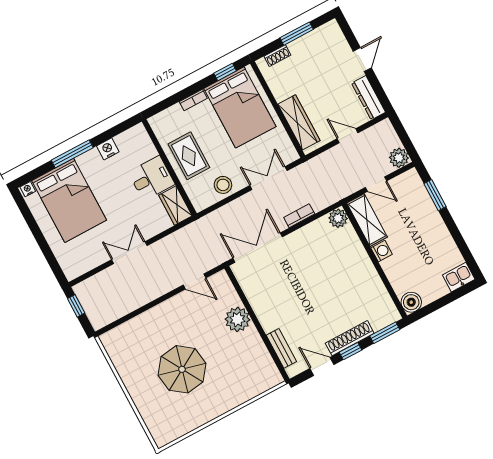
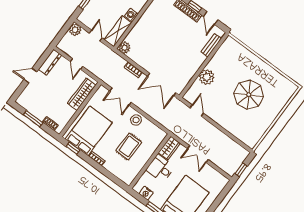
wall: (169, 168) -> (150, 161), moved
desk: (151, 178) -> (160, 168), moved
wardrobe: (175, 206) -> (169, 148), moved

